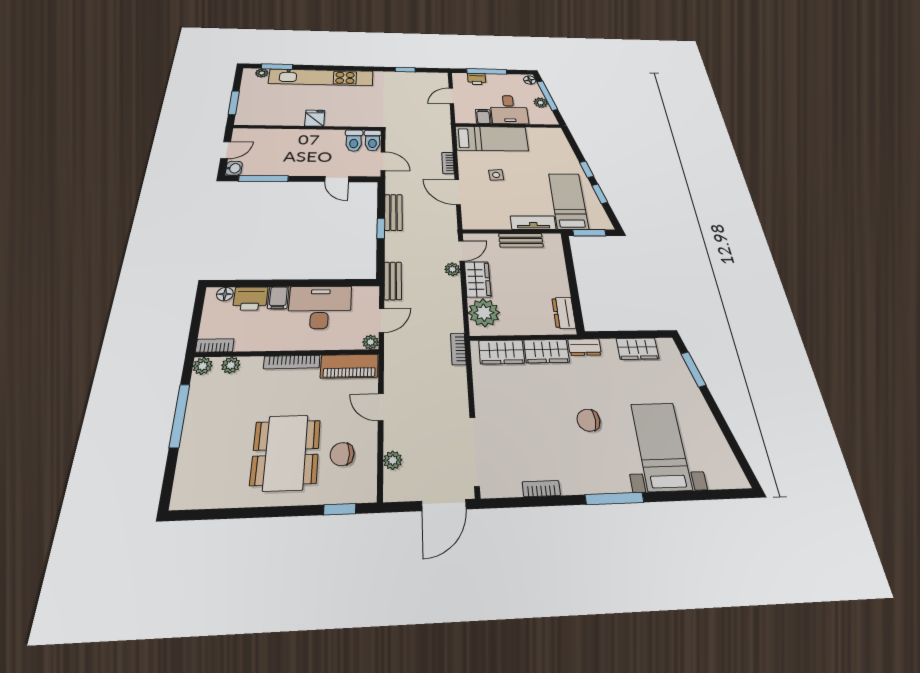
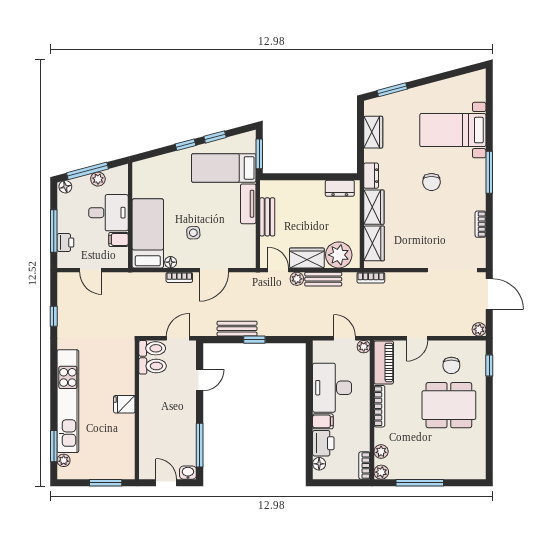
floor lamp: (463, 156) -> (171, 262), added
bench: (393, 281) -> (323, 279), moved
plant: (393, 460) -> (479, 329), moved

